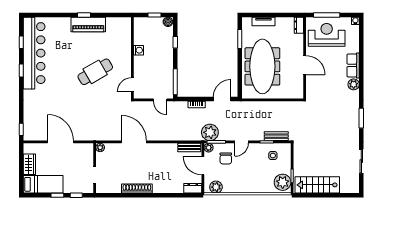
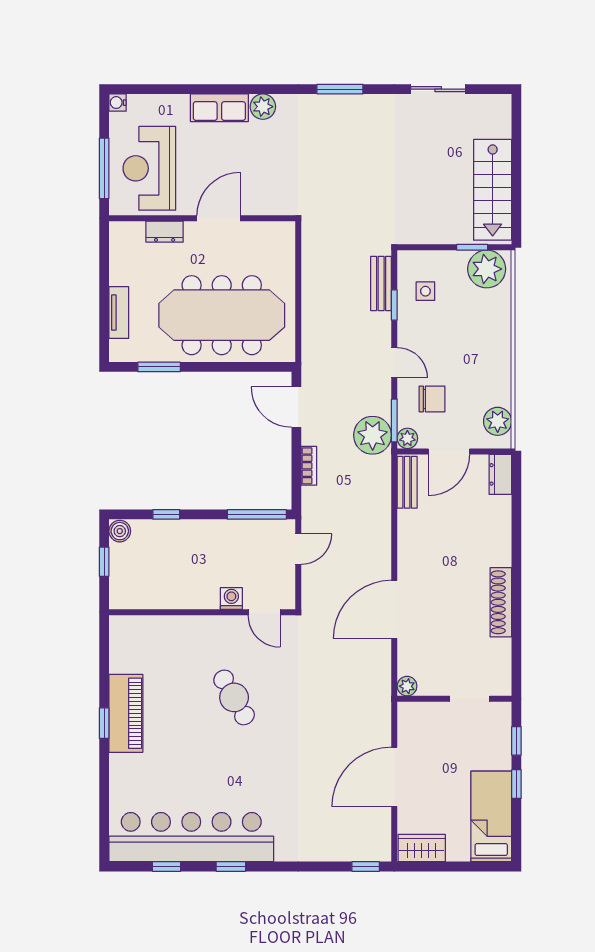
dresser: (299, 25) -> (165, 232), moved
washing machine: (138, 50) -> (231, 599), moved
cafe table: (95, 72) -> (234, 697), width x0.73, depth x0.74
wardrobe: (29, 164) -> (422, 848), moved

